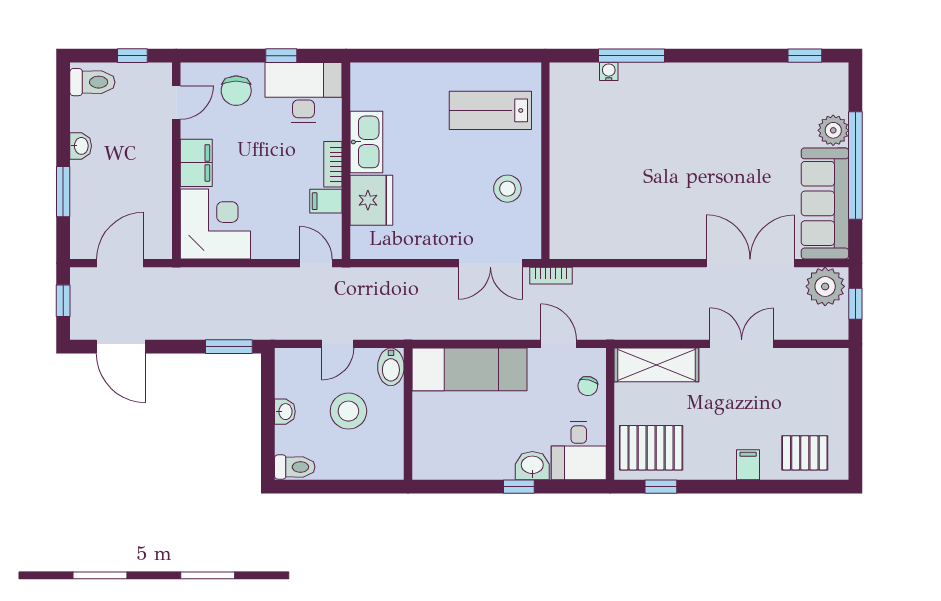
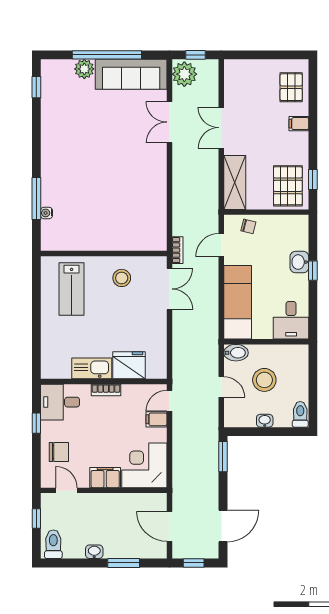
desk: (304, 93) -> (60, 402), width x0.73
filing cabinet: (326, 201) -> (157, 419), moved, turned 90
double door: (750, 263) -> (169, 122), width x0.73
desk: (579, 450) -> (291, 320), moved, turned 90

